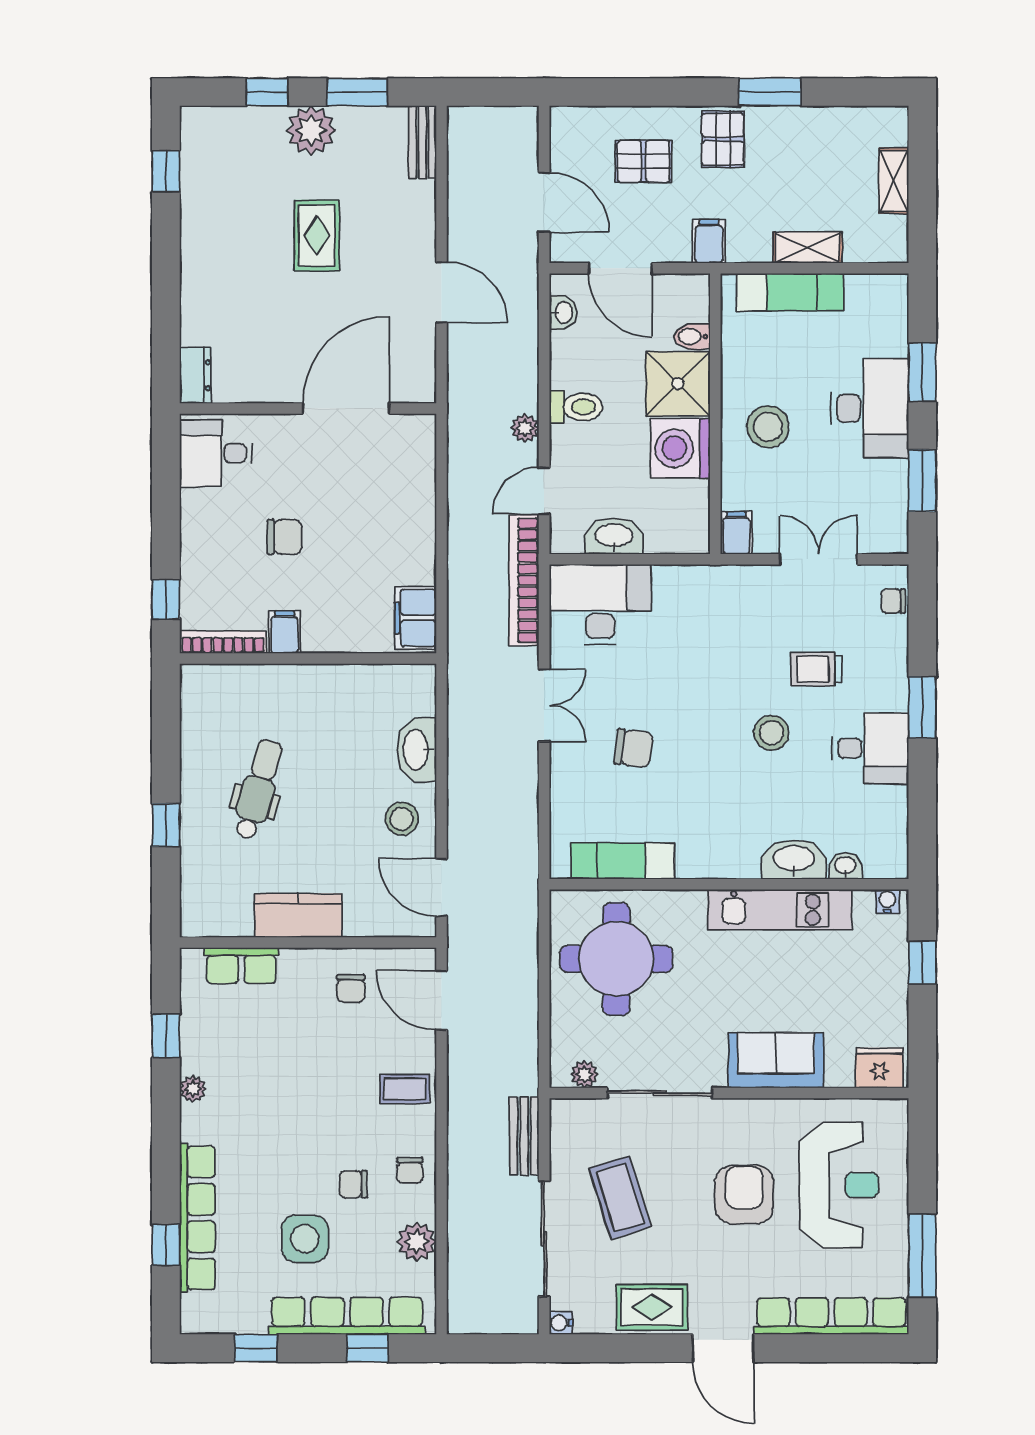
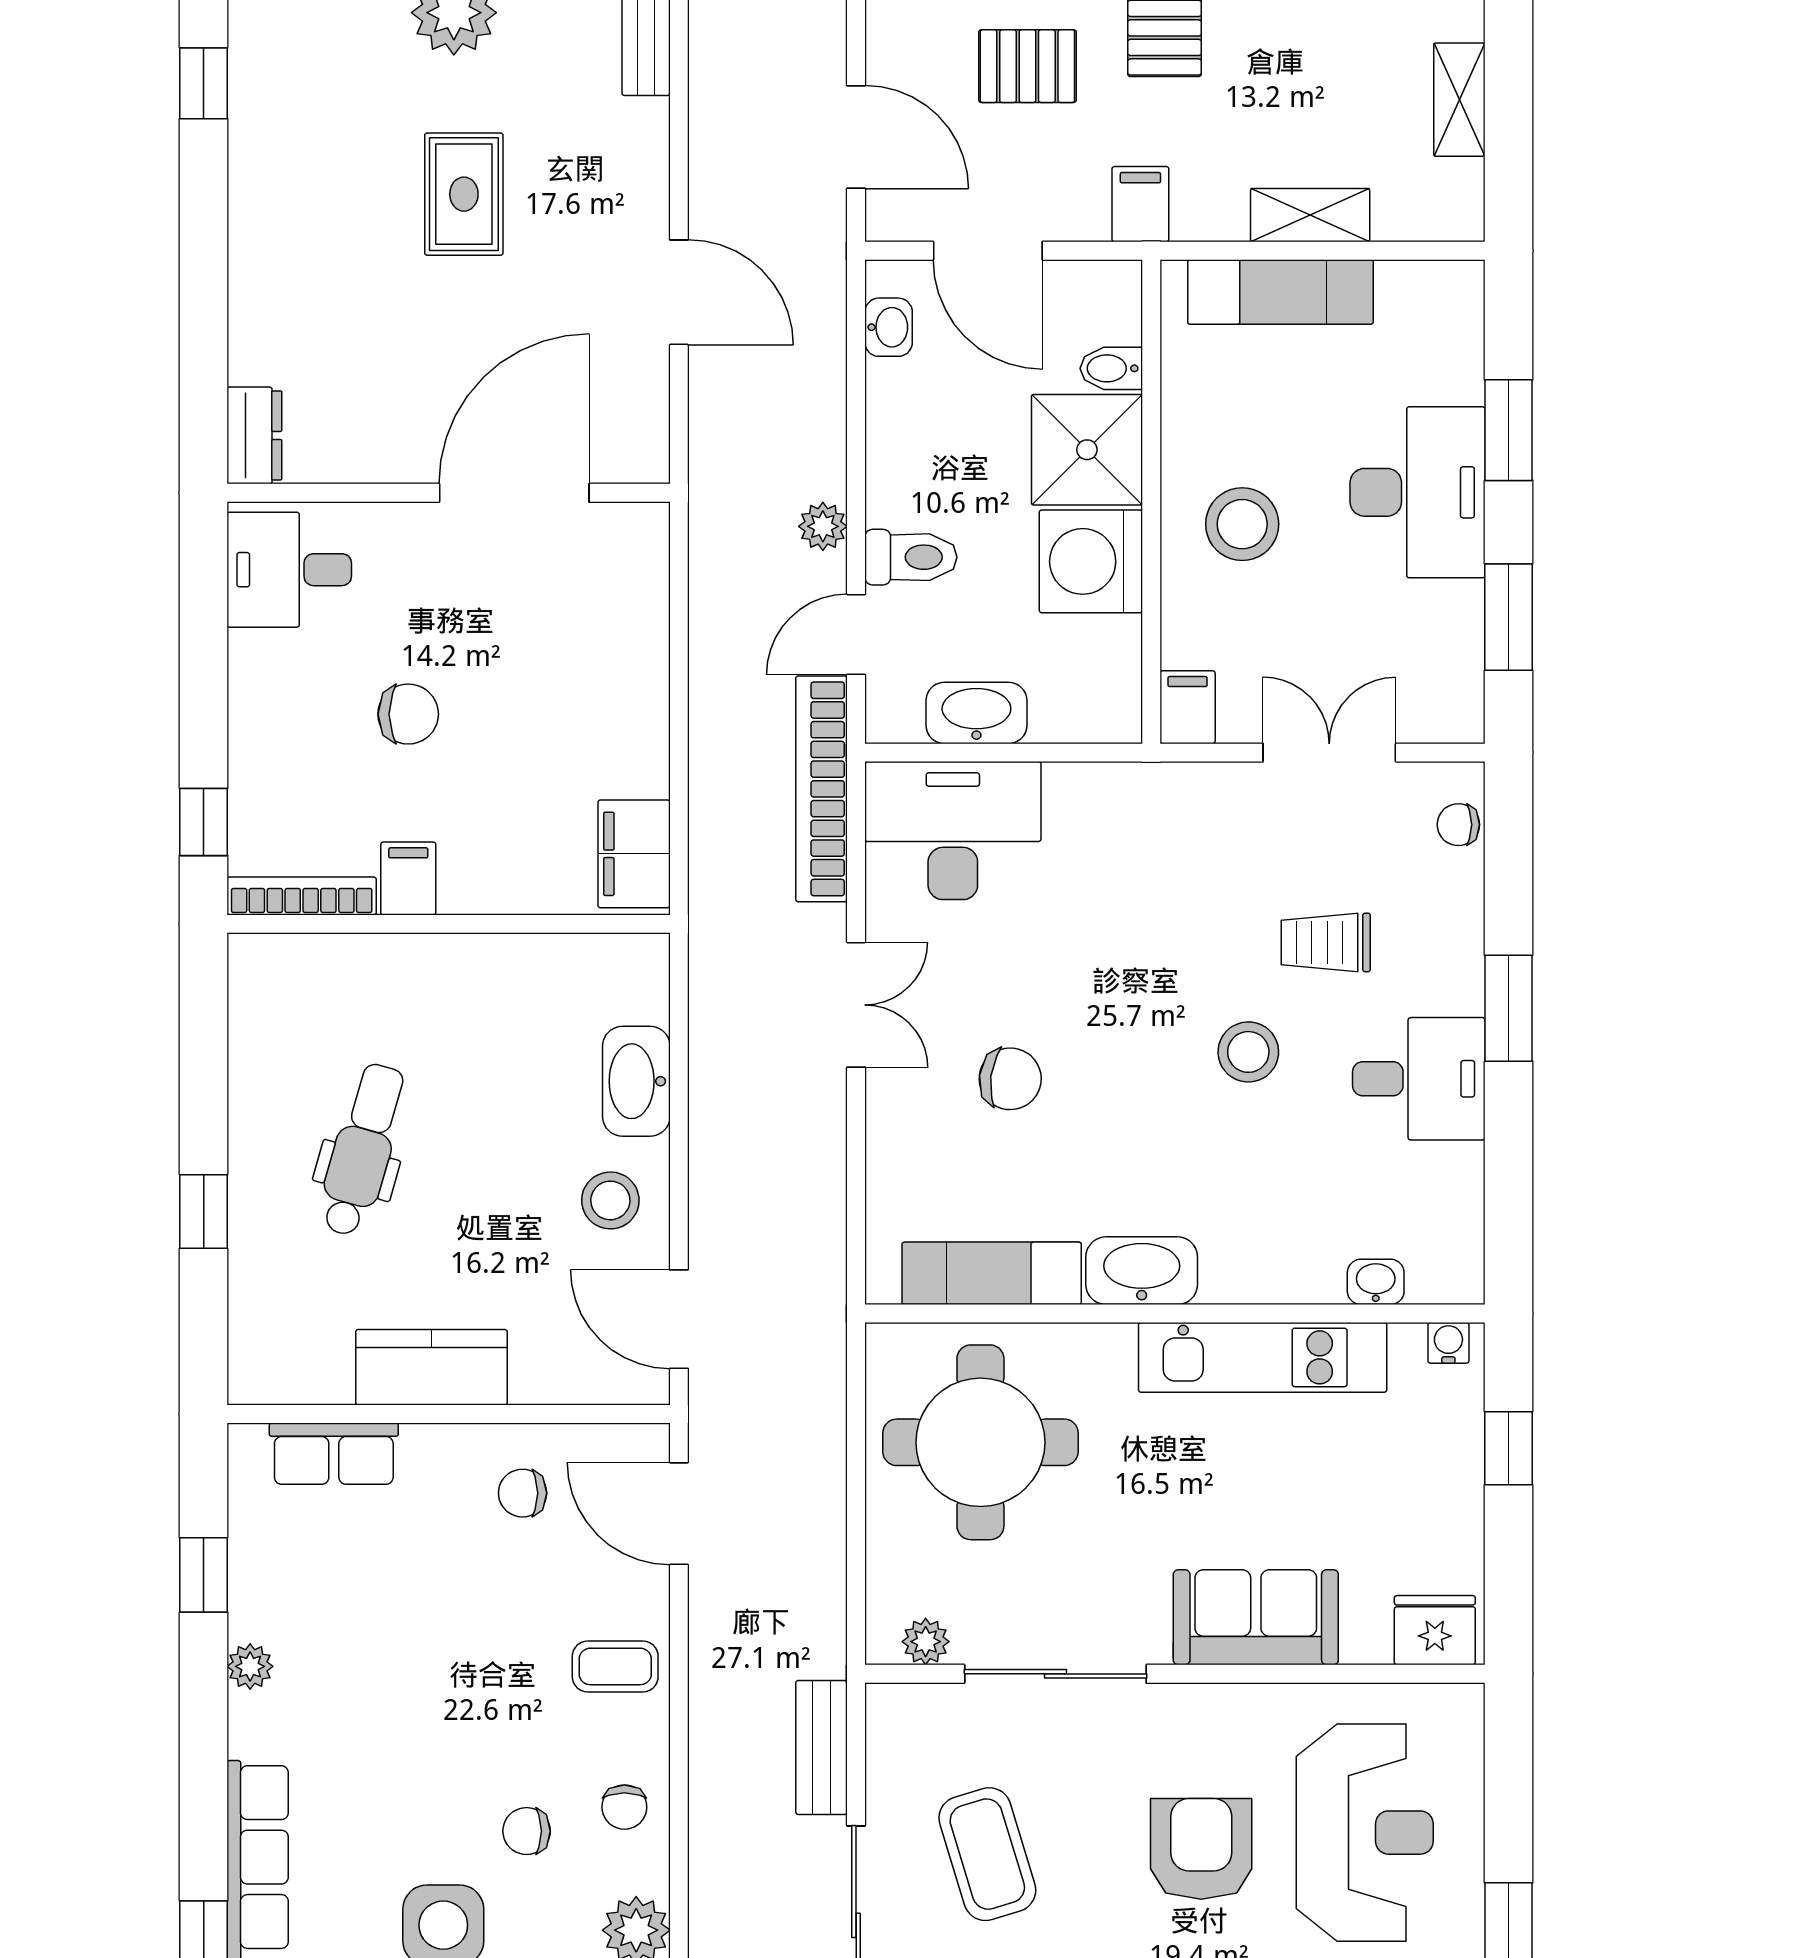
toilet: (576, 407) -> (911, 557), moved
washbasin: (794, 859) -> (1142, 1271), moved
chair: (351, 988) -> (523, 1493), turned 90

